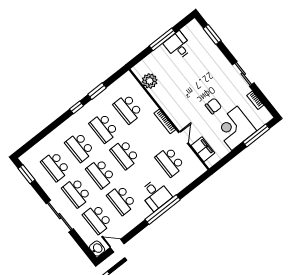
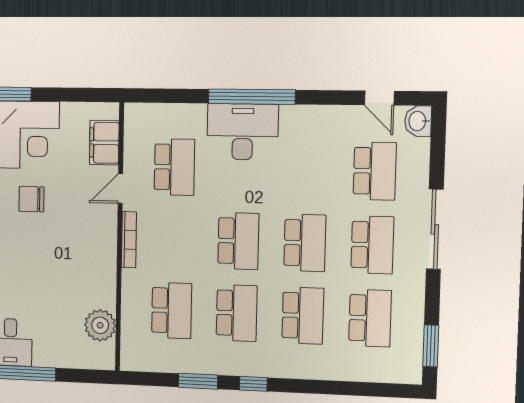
desk: (156, 195) -> (243, 132), width x1.37
school desk: (122, 200) -> (307, 170), removed

